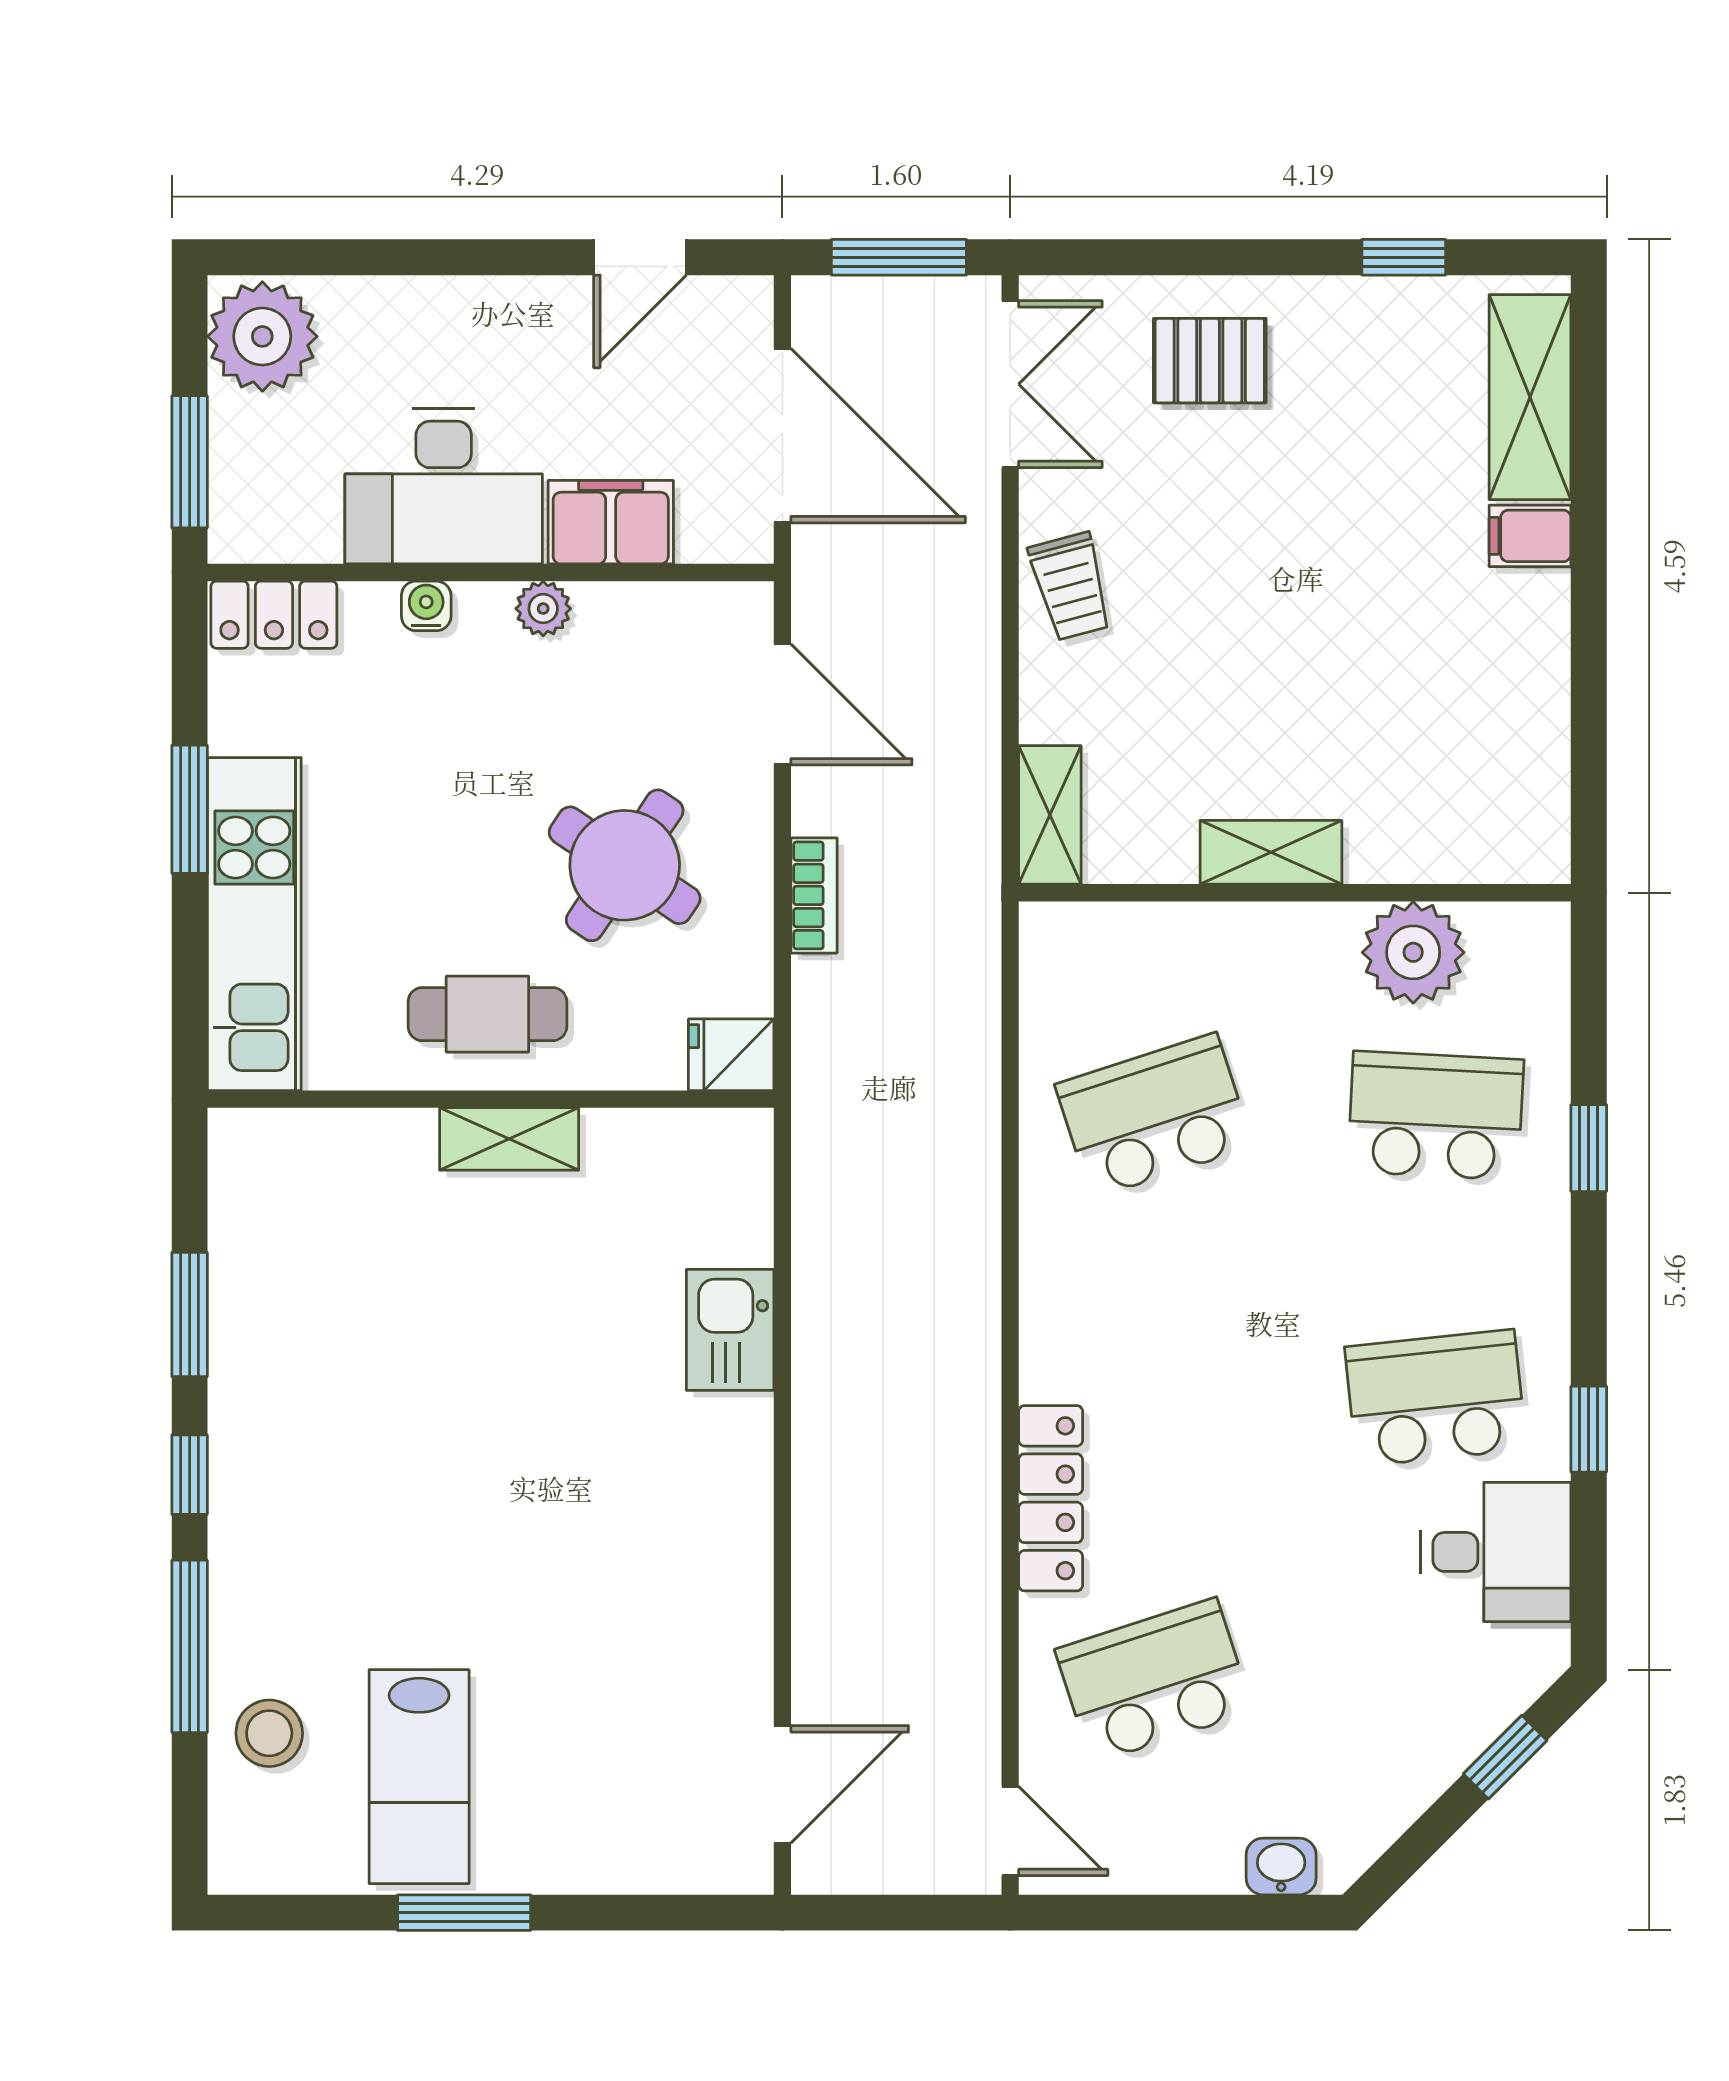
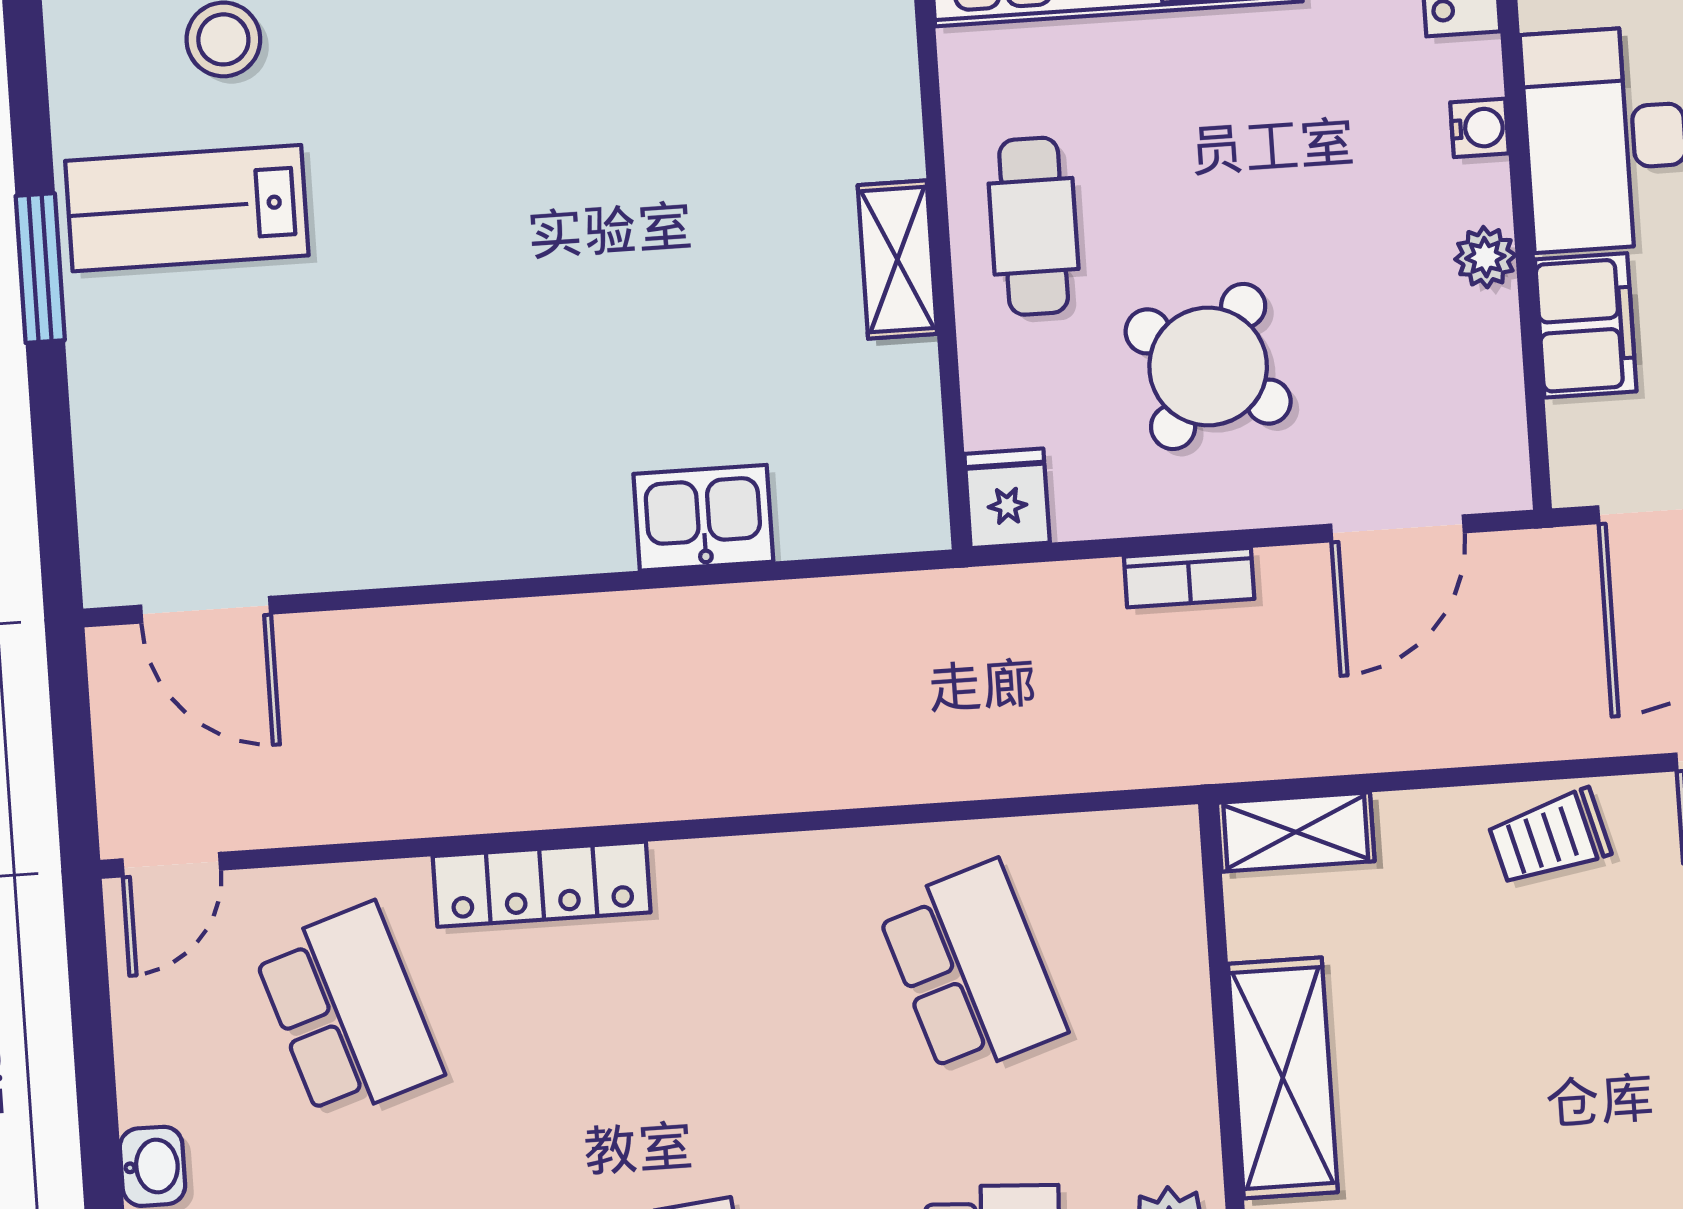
shelving: (1271, 852) -> (1283, 1078), width x1.50, depth x1.33

